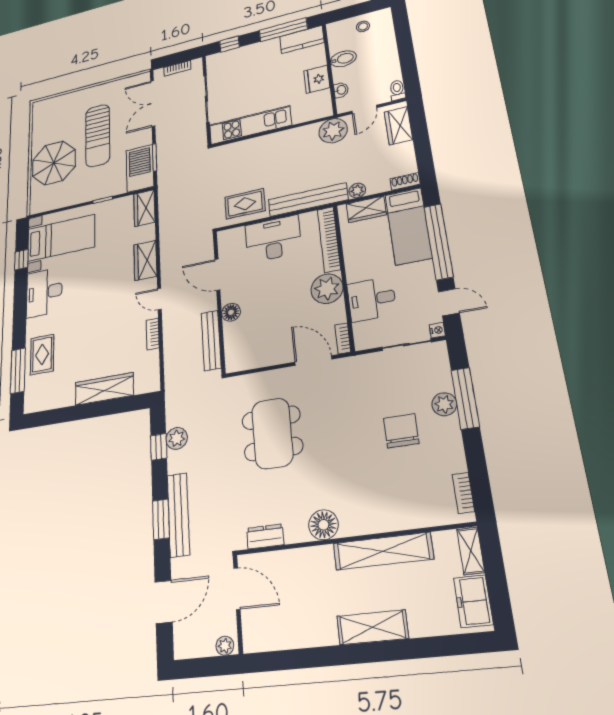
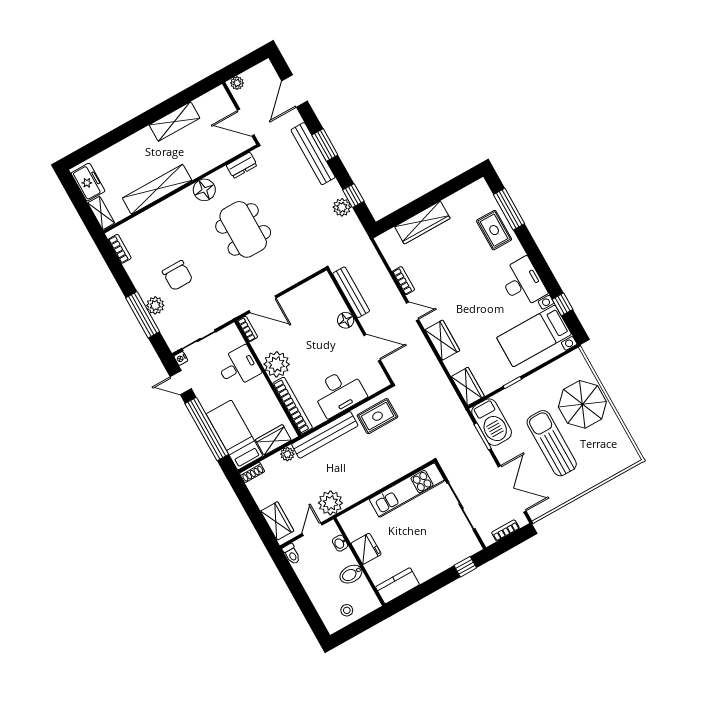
window: (283, 30) -> (420, 592), removed
dining table: (272, 433) -> (243, 229), moved
shelving: (372, 627) -> (174, 121), moved

